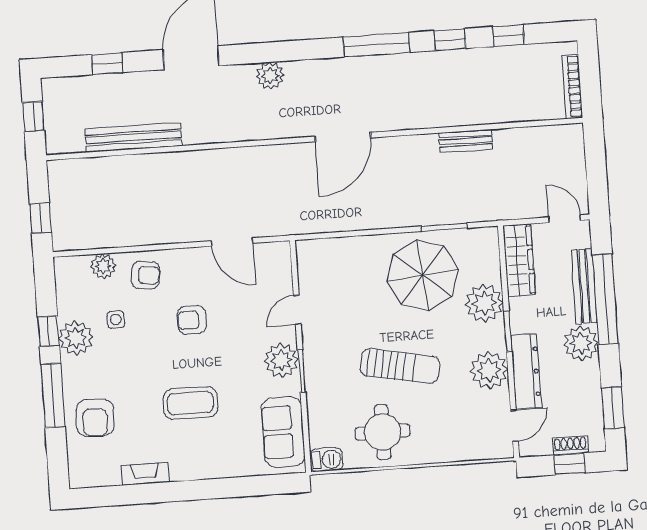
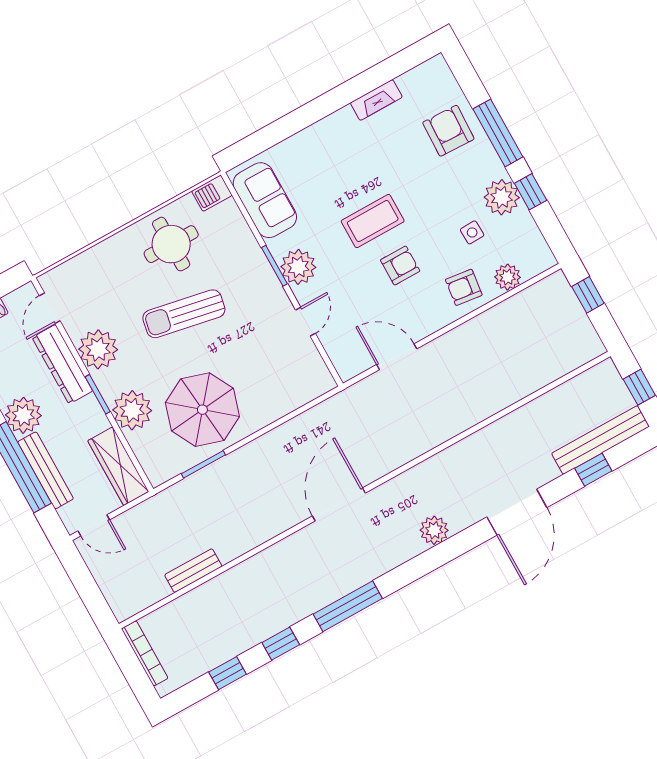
bench: (134, 137) -> (601, 440), moved
bench: (466, 141) -> (193, 571), moved
coffee table: (190, 403) -> (373, 221), moved

